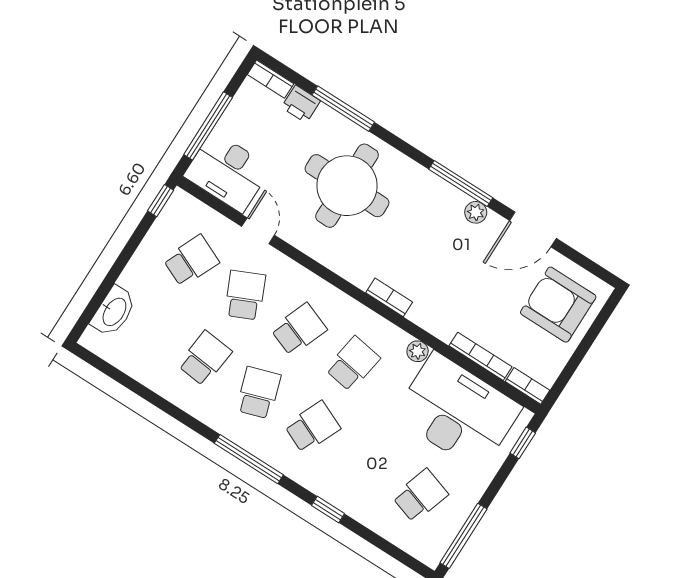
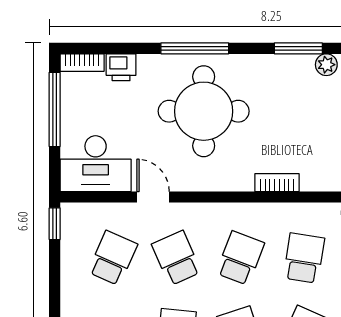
window: (343, 109) -> (195, 48), moved
window: (208, 126) -> (55, 109), moved
window: (461, 184) -> (298, 48), width x0.69
bookcase: (389, 297) -> (277, 183), moved

